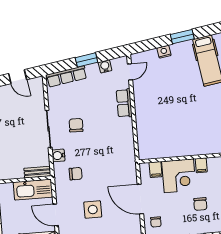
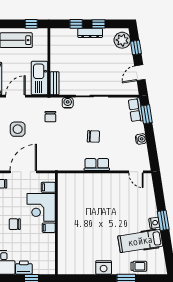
nightstand: (164, 52) -> (154, 223), moved
window: (86, 60) -> (146, 114), moved
water cooler: (105, 66) -> (141, 139), moved
row of seats: (66, 76) -> (136, 110), width x0.68
row of seats: (124, 103) -> (97, 164), moved
chair: (76, 125) -> (93, 136), moved

